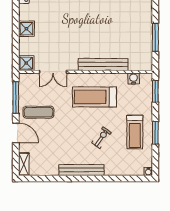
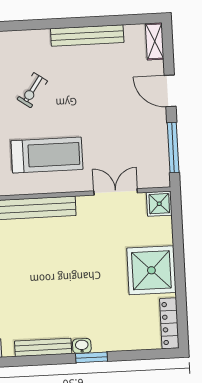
shower: (26, 29) -> (151, 270), width x1.86, depth x1.86
exercise mat: (38, 112) -> (135, 126), removed
bench: (81, 170) -> (87, 35), moved

